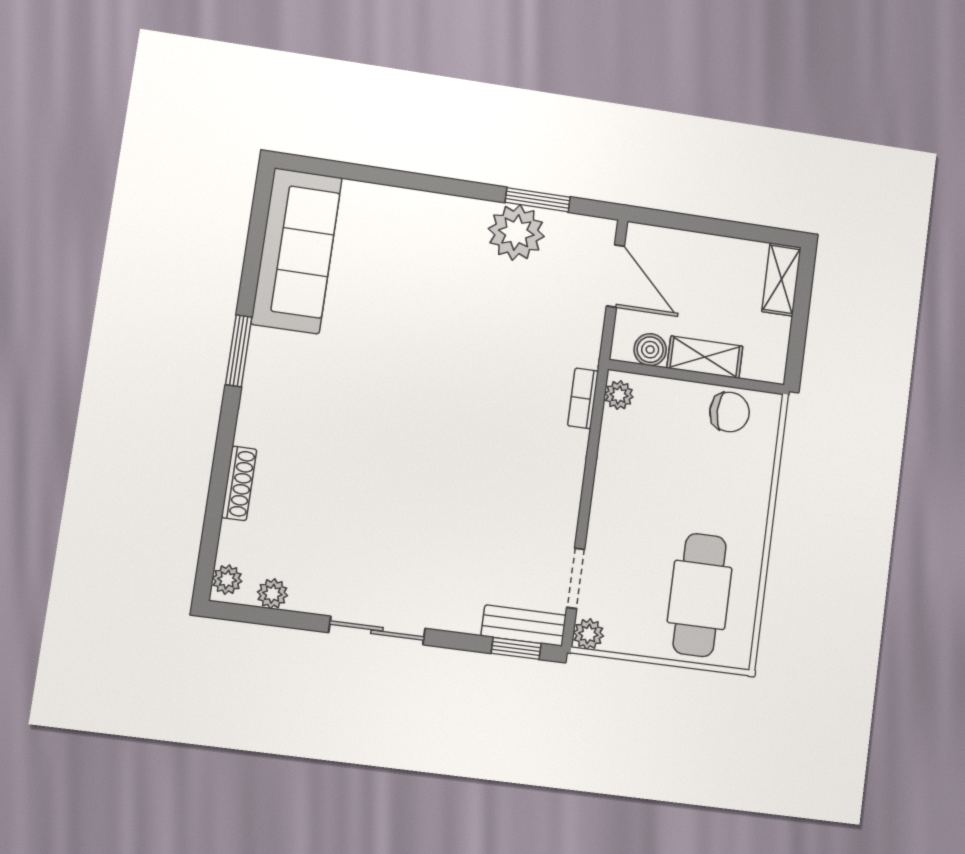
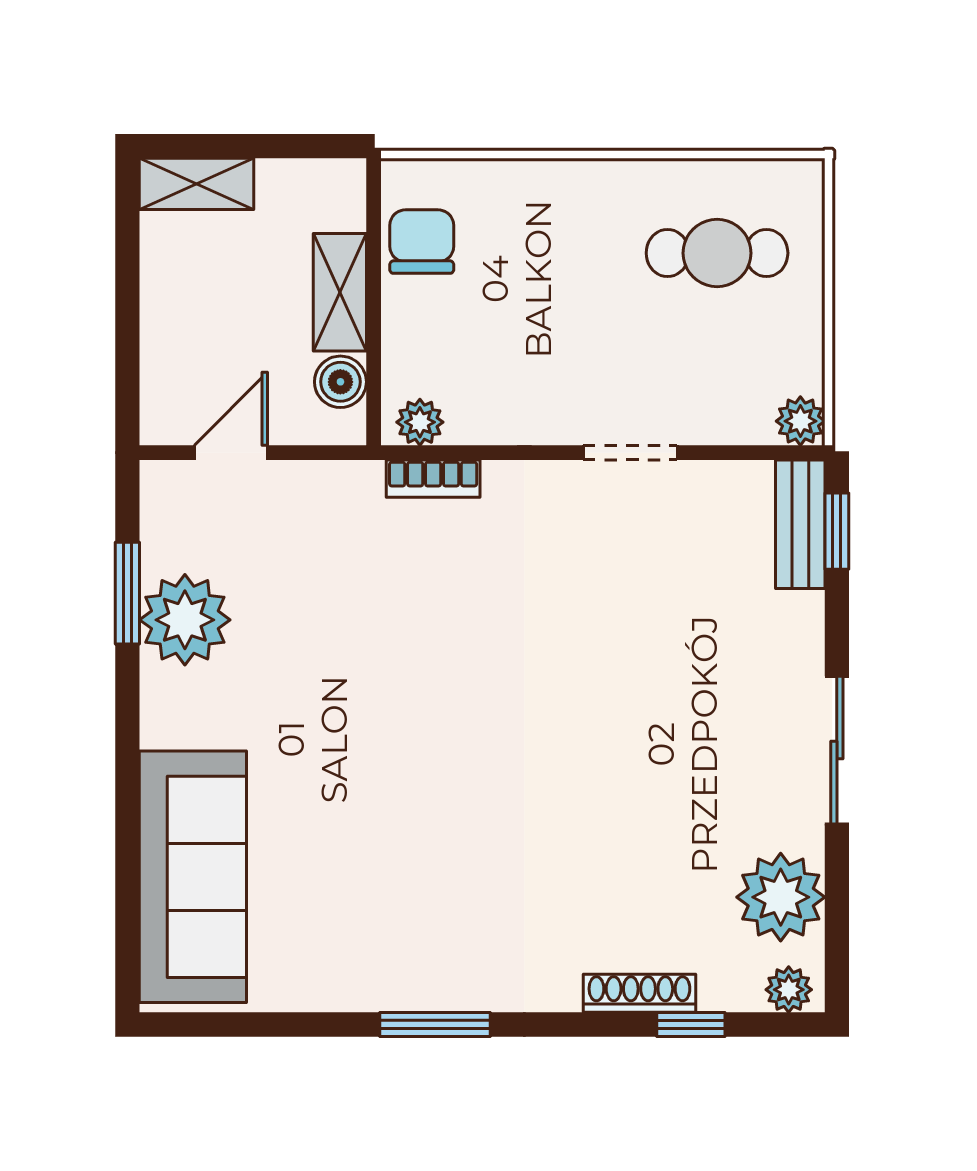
sofa: (297, 251) -> (193, 877), moved, turned 90
door: (615, 276) -> (231, 453), width x0.73
window: (214, 514) -> (691, 1024), added
doorway: (576, 578) -> (630, 453), moved
plant: (272, 594) -> (781, 897), width x1.88, depth x1.88
cafe table: (700, 595) -> (717, 253), width x0.73, depth x0.74

